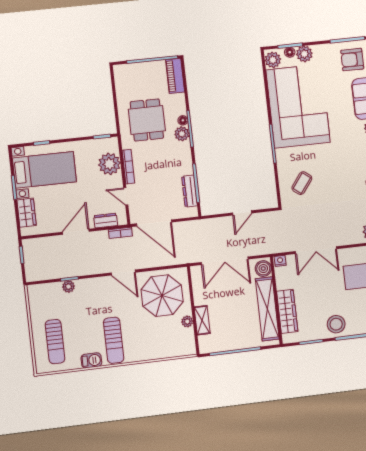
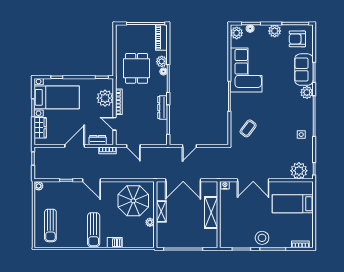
plant: (304, 54) -> (275, 31), moved
corner sofa: (298, 106) -> (246, 70), width x0.73, depth x0.74
plant: (182, 134) -> (162, 61), moved
dresser: (189, 191) -> (163, 107), moved
door: (242, 213) -> (189, 146), moved
door: (154, 223) -> (133, 146), width x0.53
boiler: (263, 269) -> (212, 189), removed
door: (123, 273) -> (91, 180), moved
plant: (68, 287) -> (39, 186), moved
shelving: (267, 309) -> (211, 213), width x0.68
wardrobe: (287, 311) -> (226, 224), removed
shelving: (202, 320) -> (161, 211), moved
barbecue: (91, 360) -> (115, 243), moved

